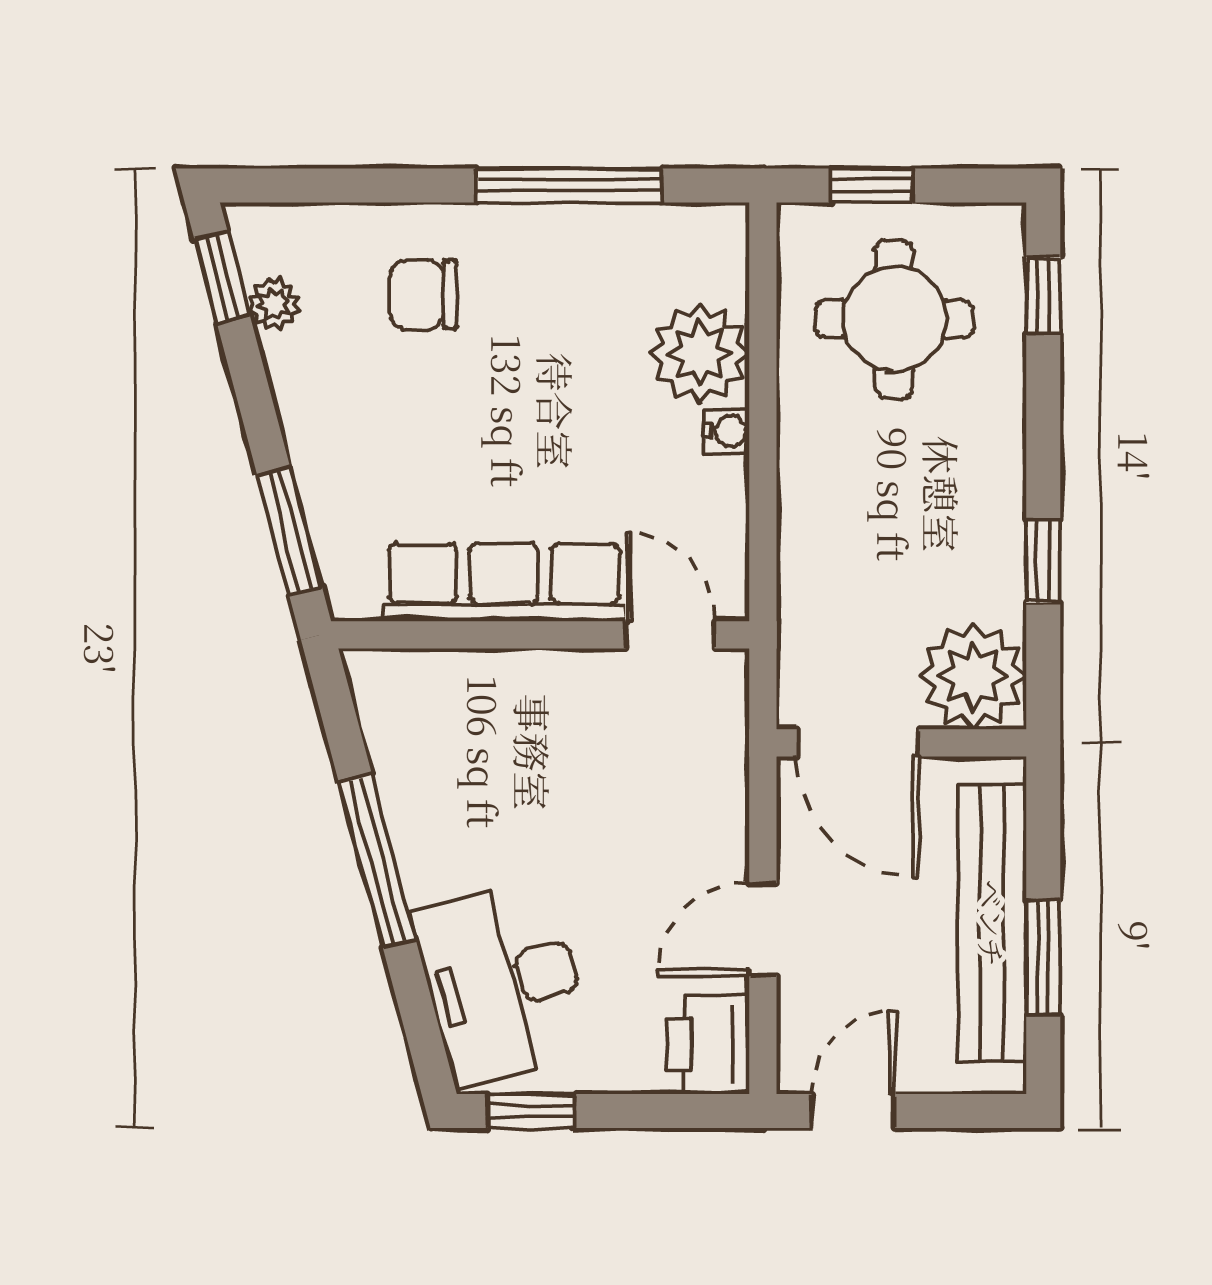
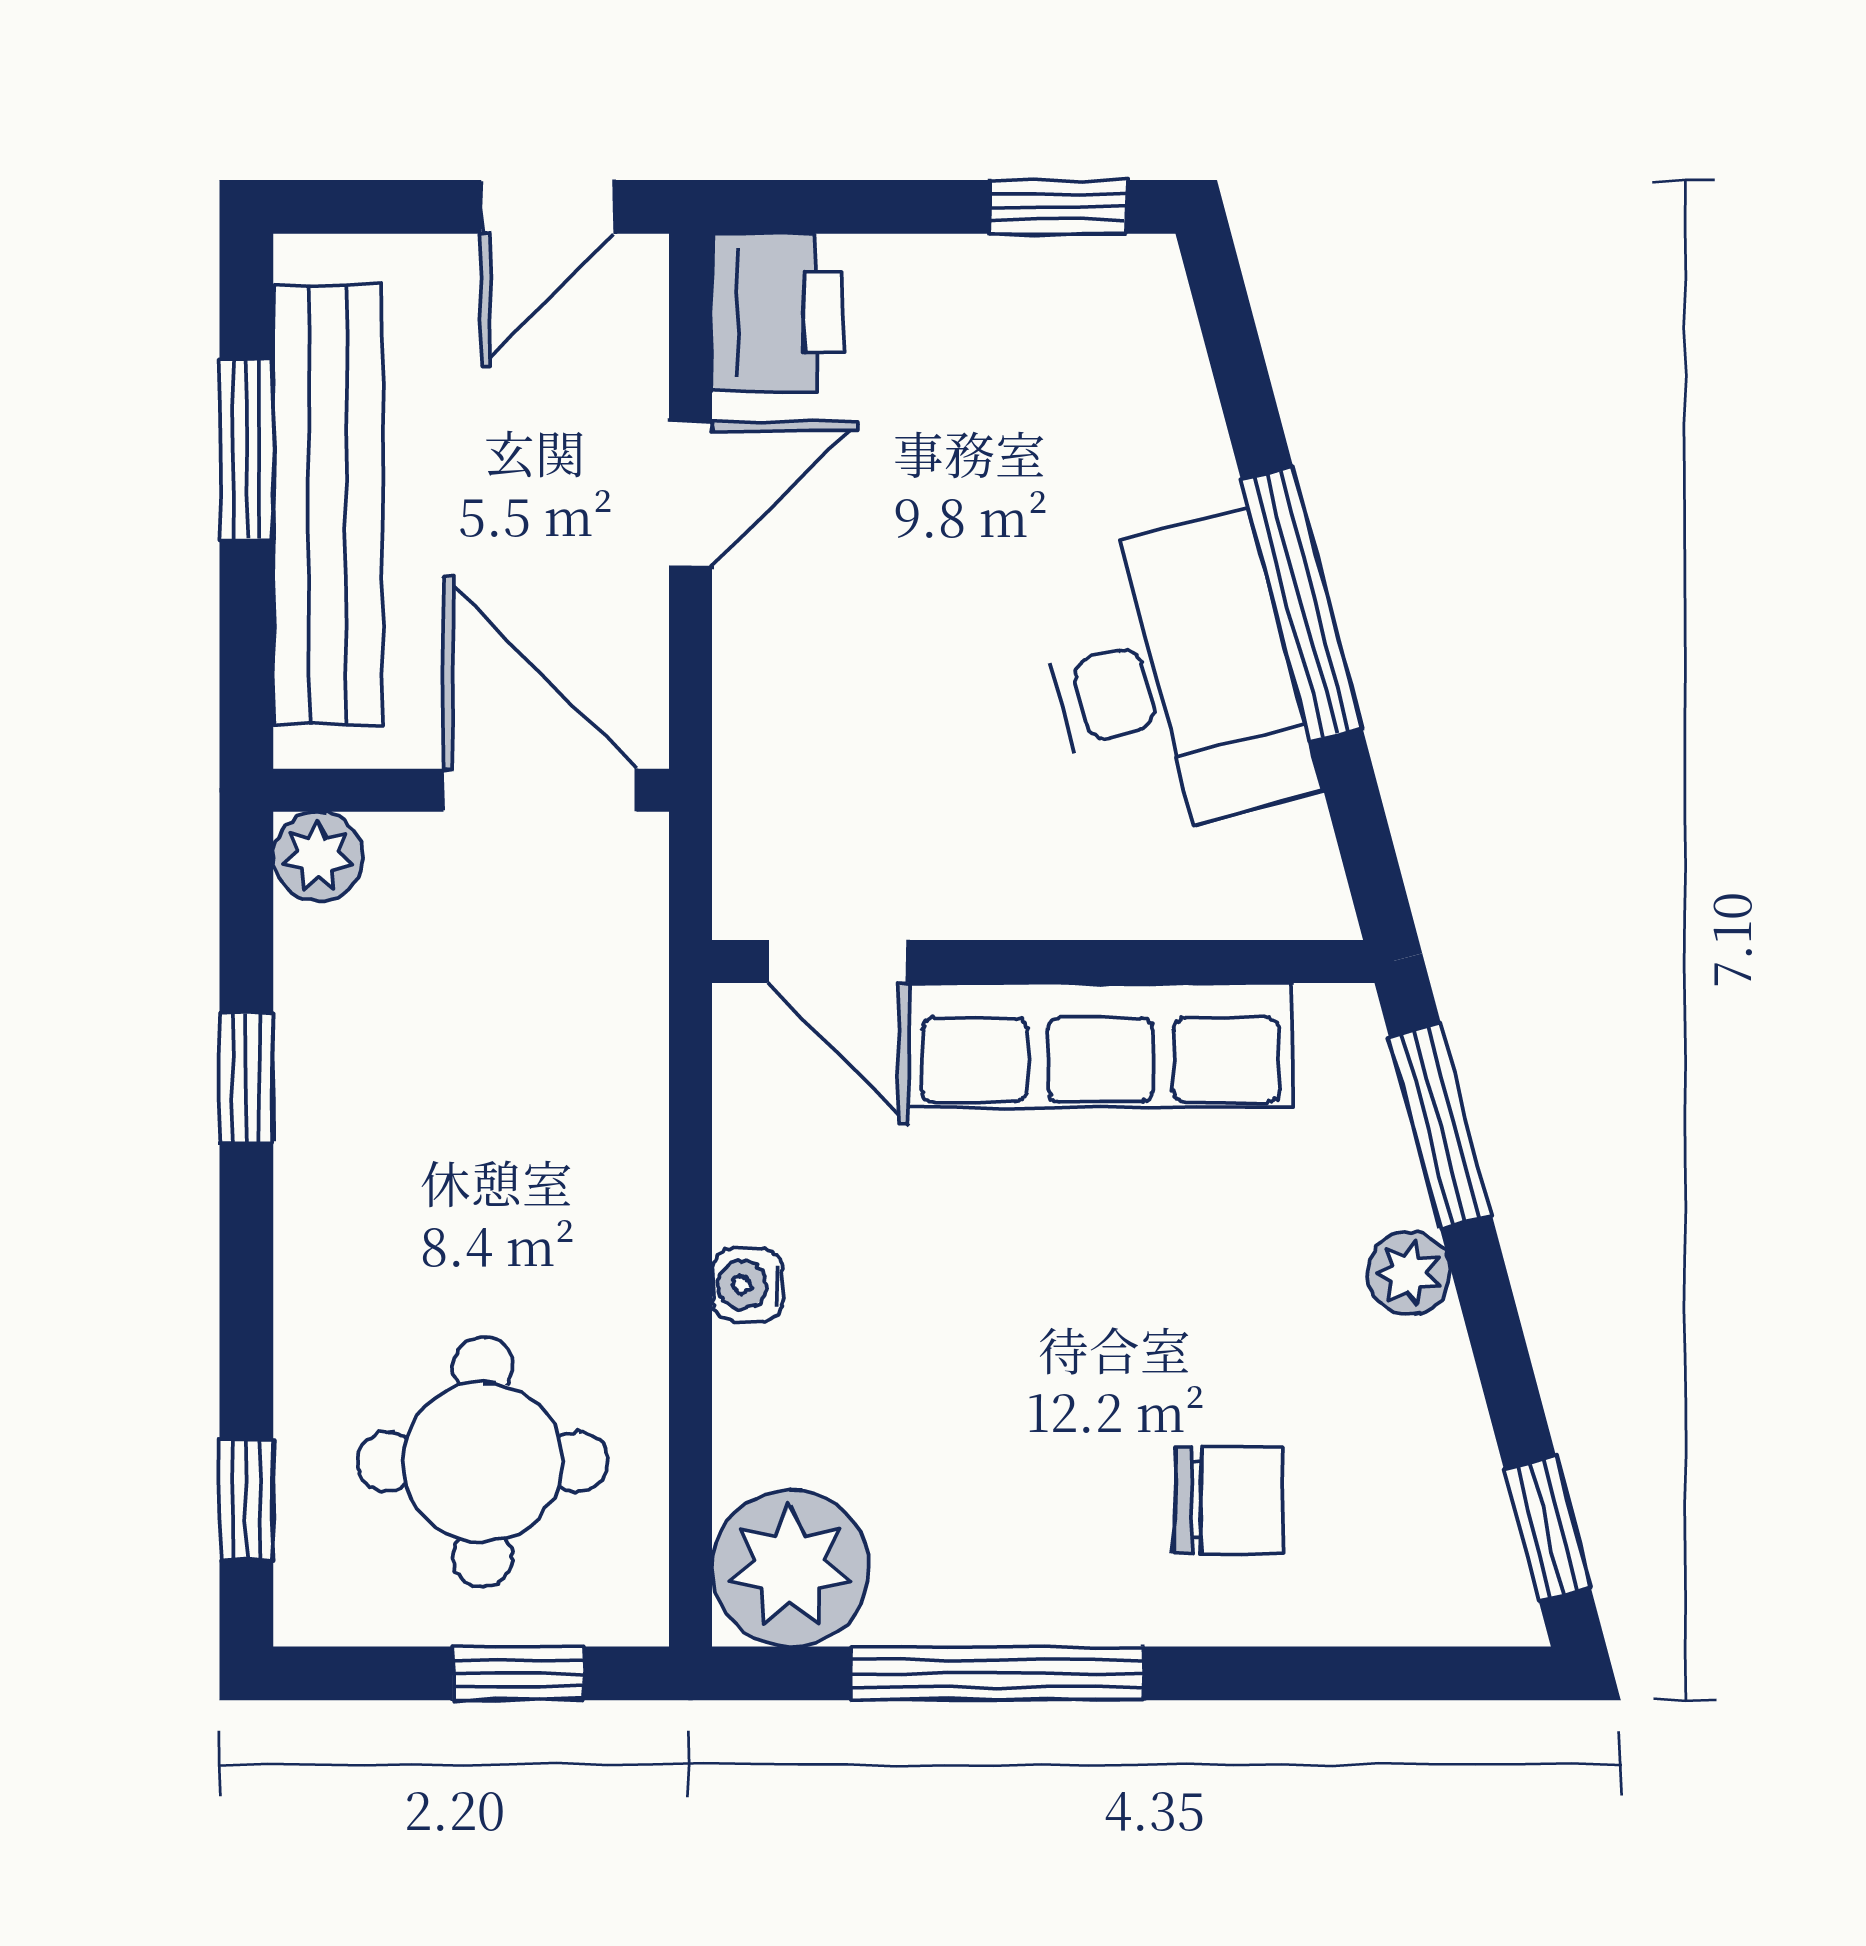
plant: (274, 304) -> (1409, 1273), moved
plant: (700, 353) -> (790, 1568), moved
plant: (973, 676) -> (318, 857), width x0.53, depth x0.53
desk: (502, 983) -> (1174, 678), moved

